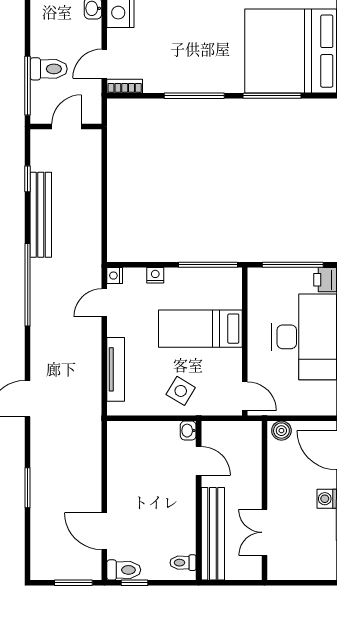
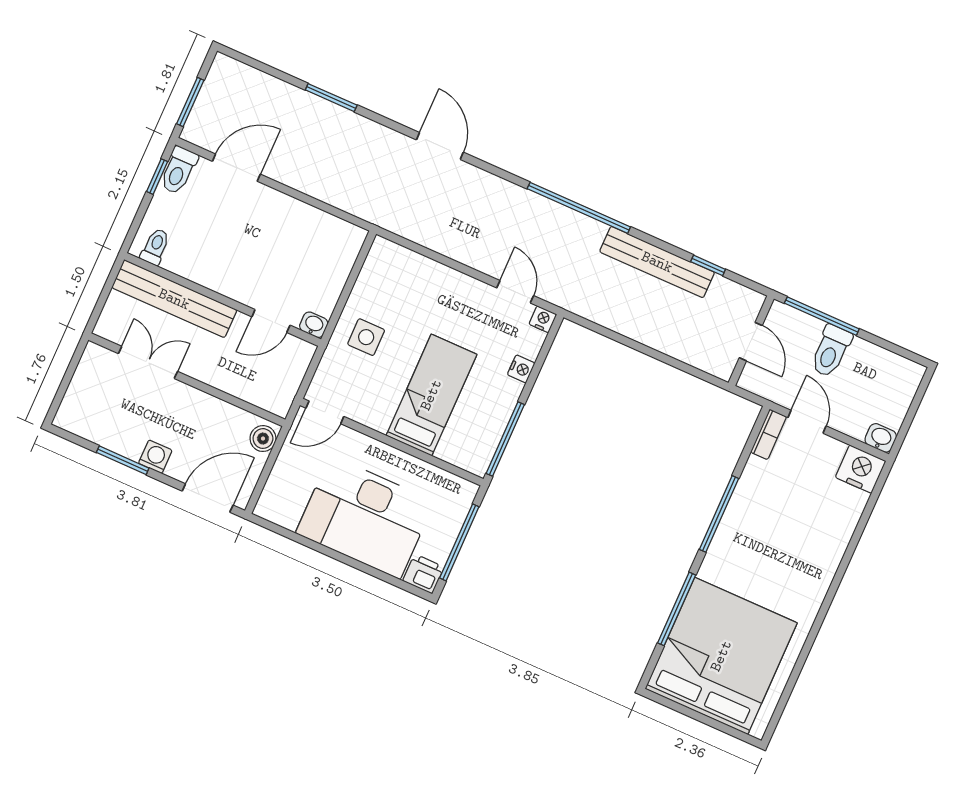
tv unit: (116, 369) -> (428, 269), removed
side table: (181, 391) -> (366, 337), turned -31

